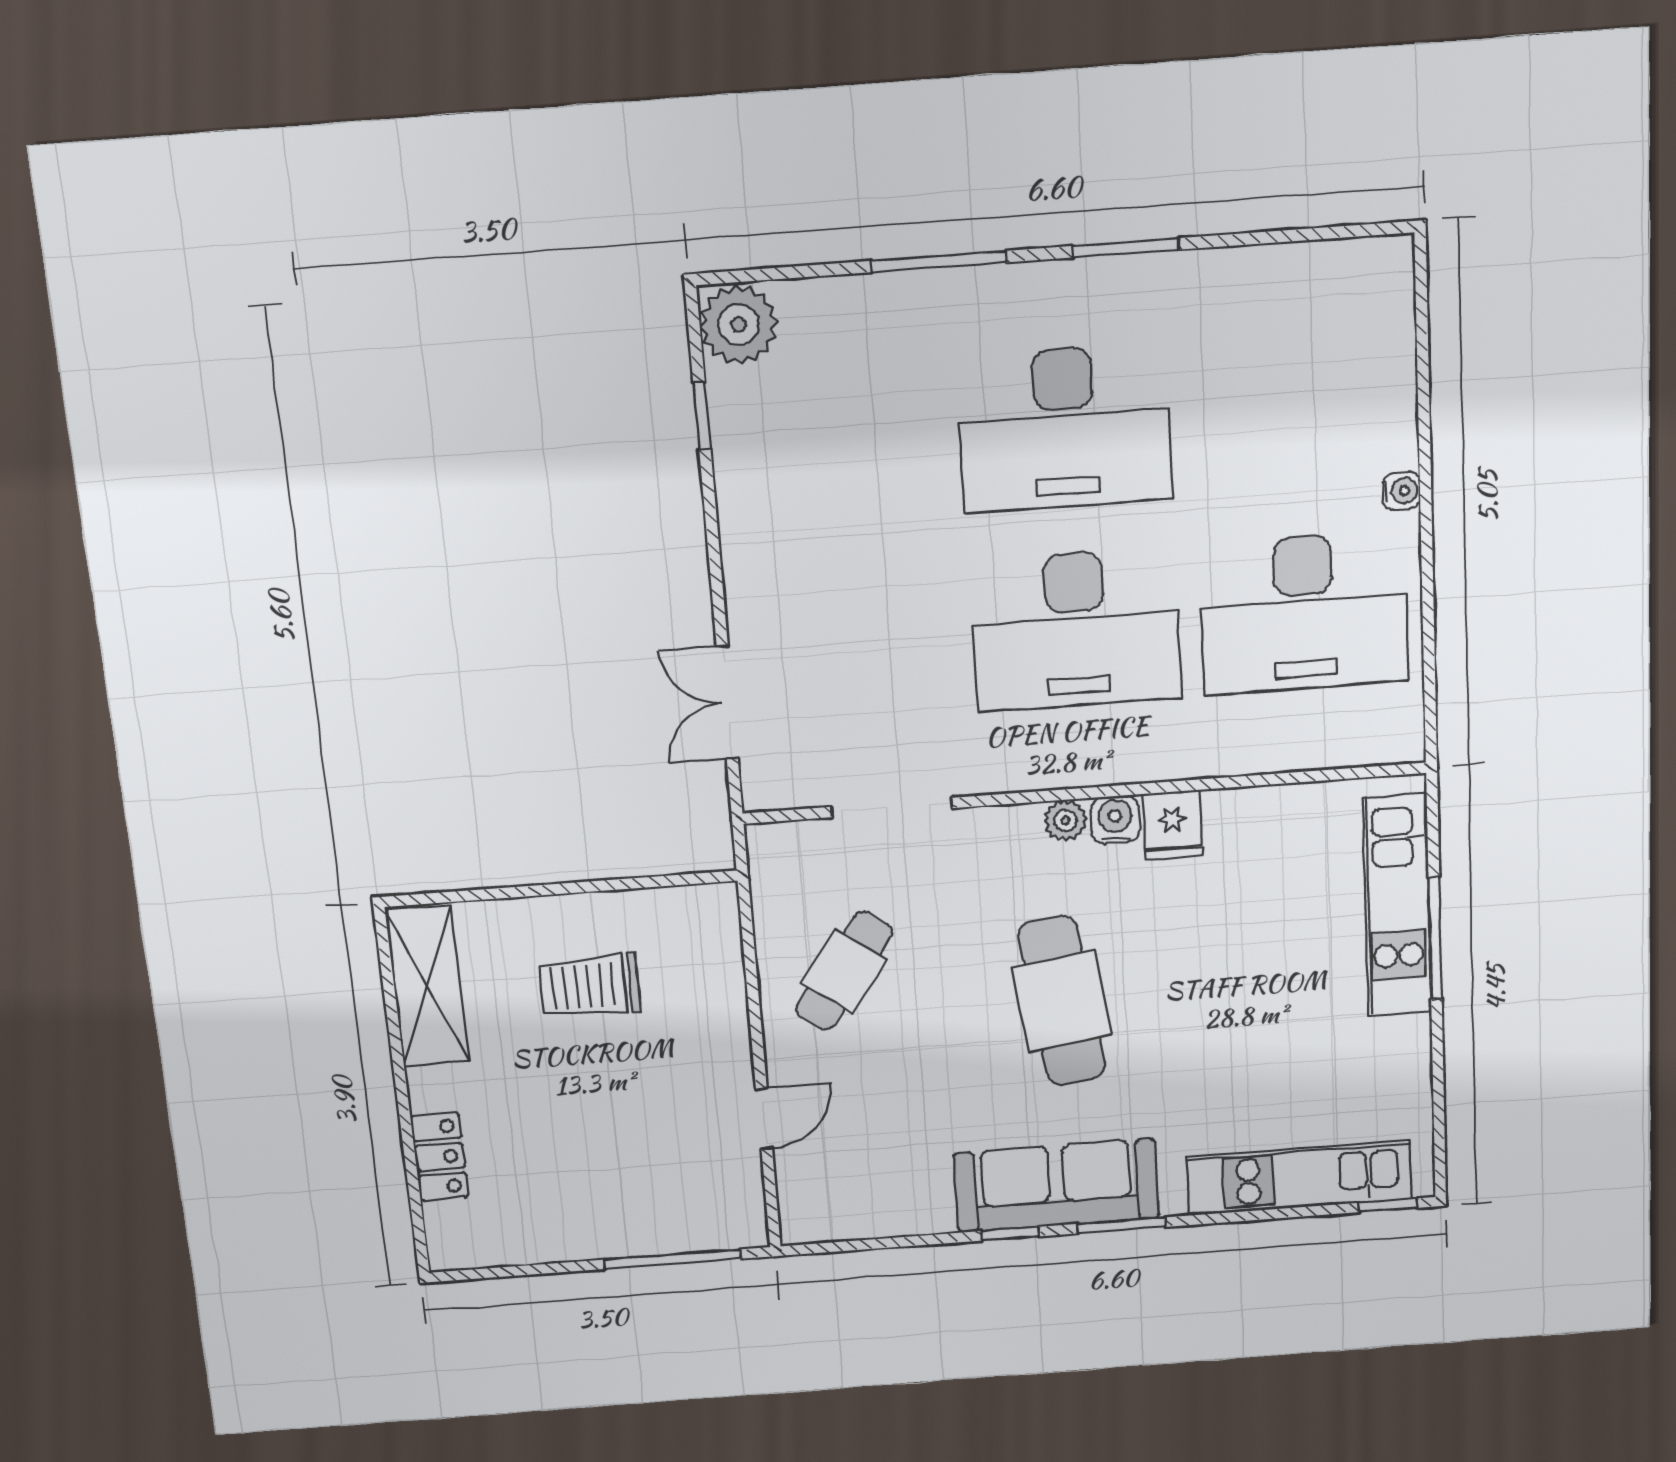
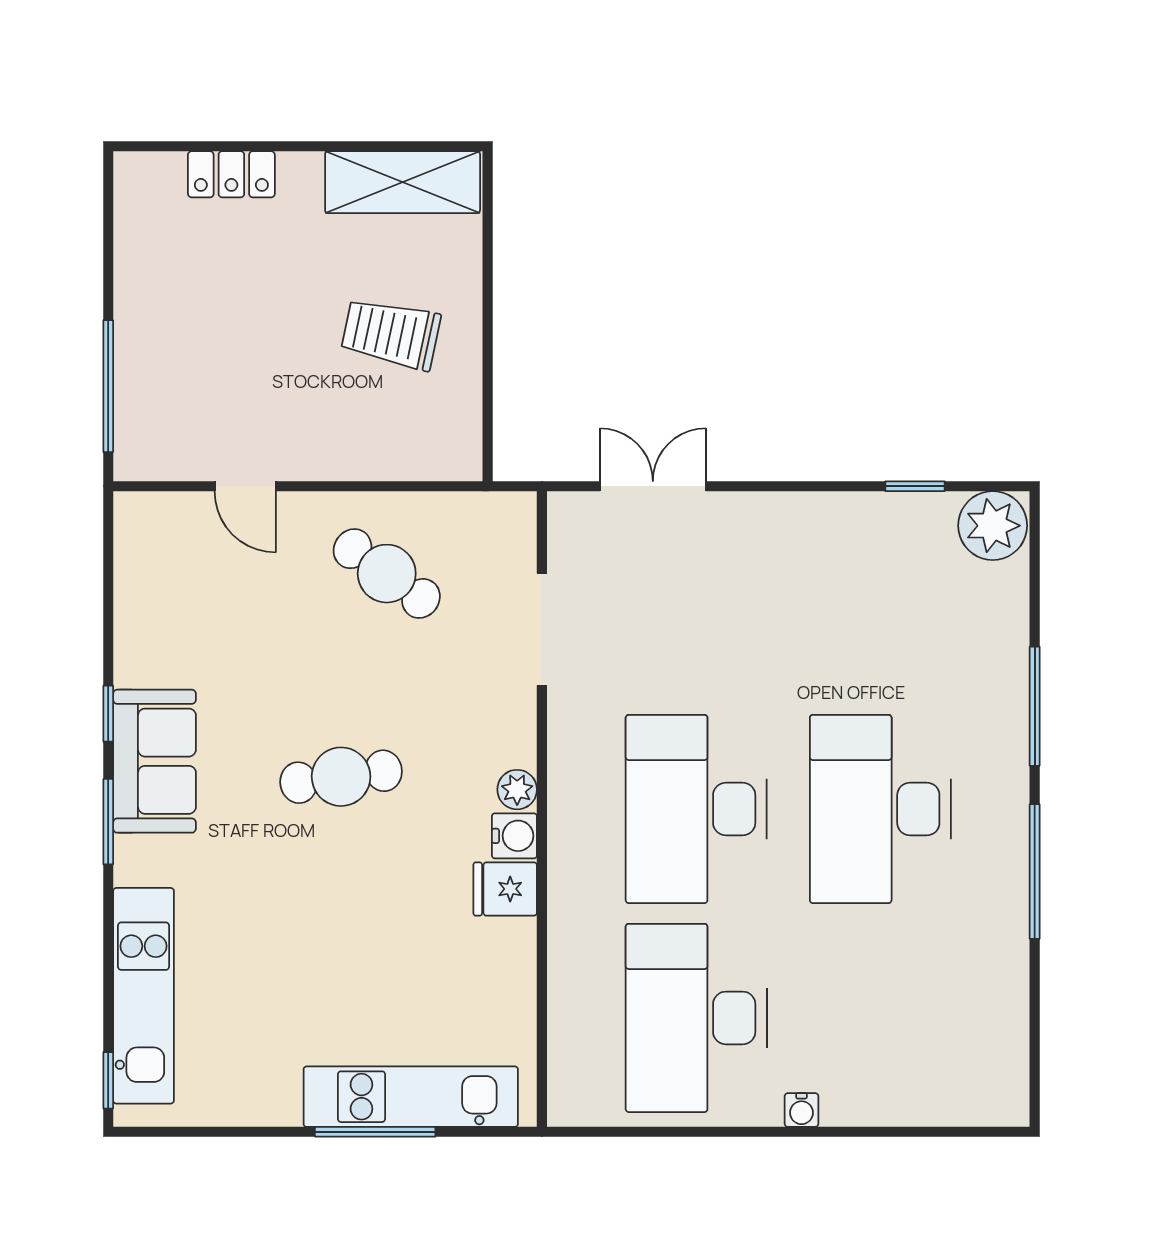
window: (1126, 248) -> (1035, 871), width x1.44
trolley: (590, 986) -> (391, 334), turned -78
cafe table: (1062, 1001) -> (341, 777), width x0.73, depth x0.74
sofa: (1057, 1186) -> (154, 761), width x0.73

